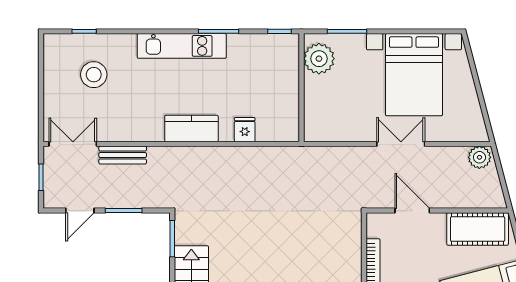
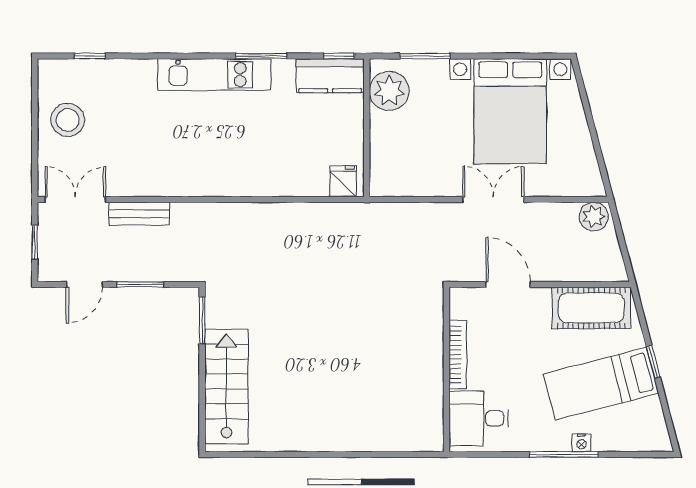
stool: (94, 75) -> (68, 120), moved
kitchen counter: (191, 128) -> (330, 76), moved, turned 180
fridge: (245, 130) -> (343, 181), moved

